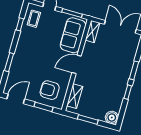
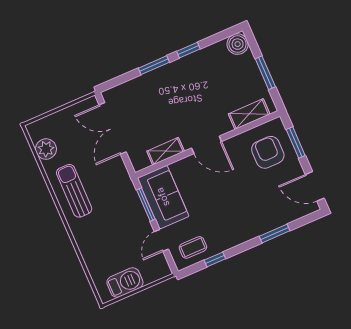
shelving: (93, 31) -> (166, 151), moved
sofa: (73, 35) -> (163, 197), moved, turned -90
armchair: (50, 90) -> (268, 152), turned 180

